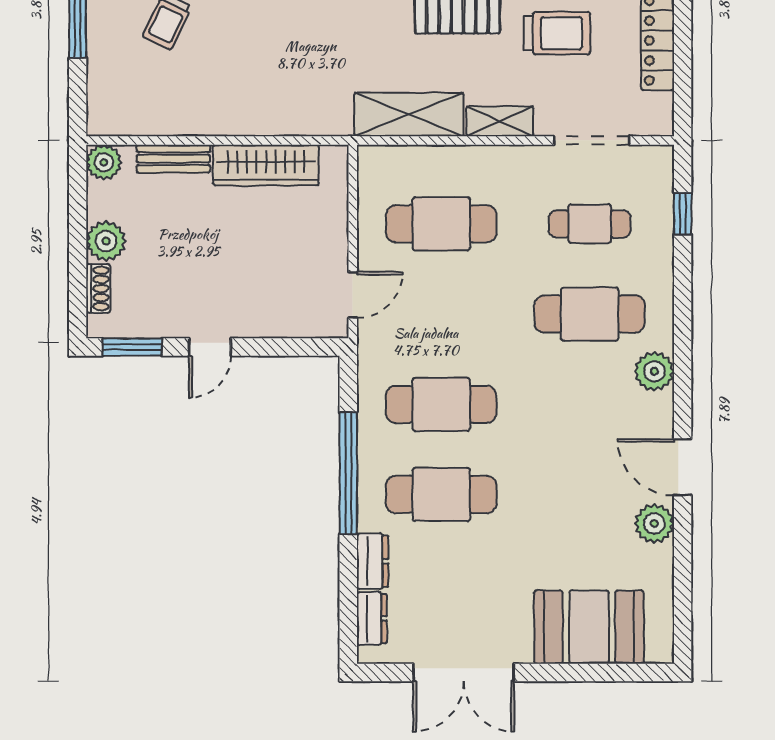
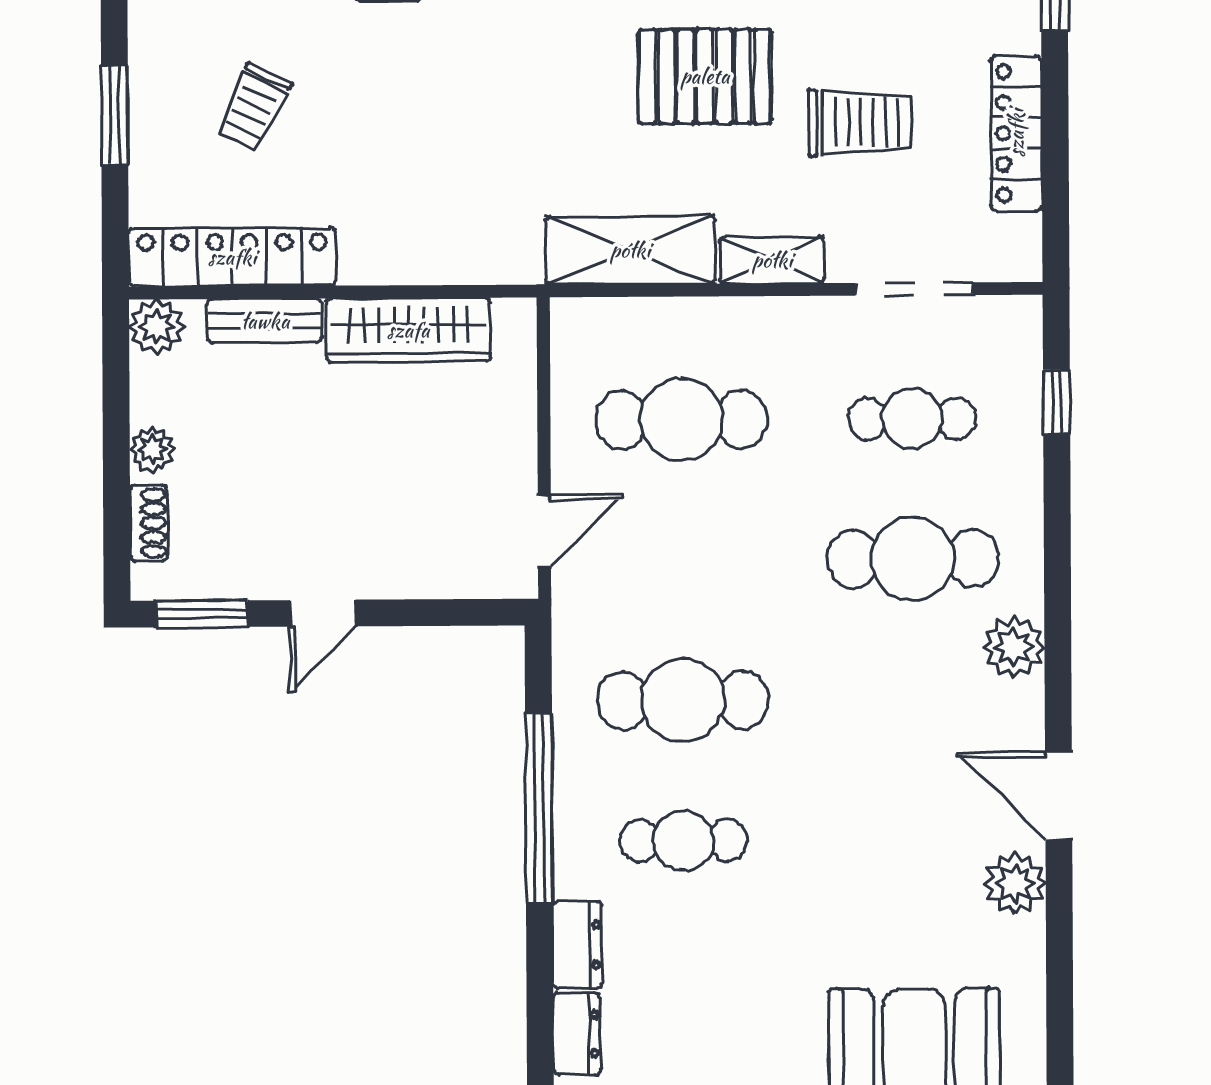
locker: (153, 118) -> (232, 257), added
plant: (106, 241) -> (152, 449), width x0.73, depth x0.73
cafe table: (441, 494) -> (684, 840), width x0.73, depth x0.74

